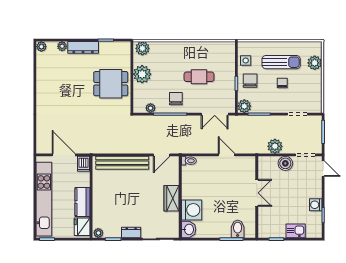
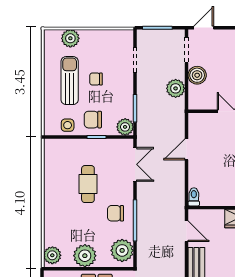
plant: (150, 108) -> (122, 250), width x1.87, depth x1.87

